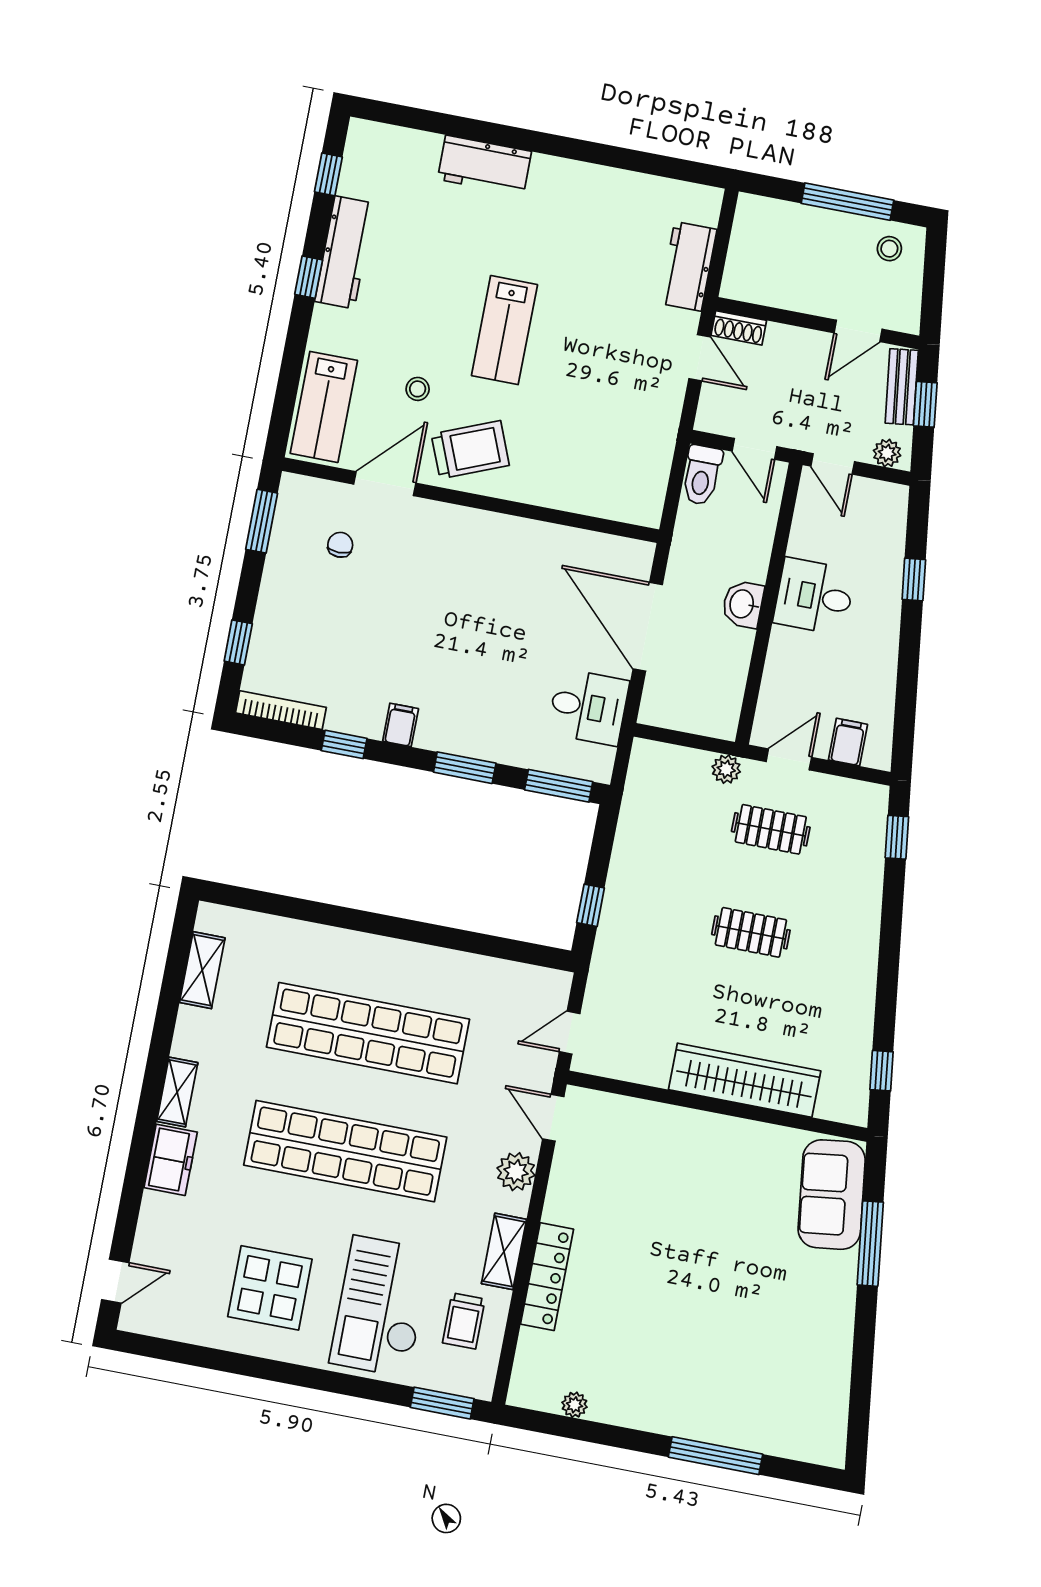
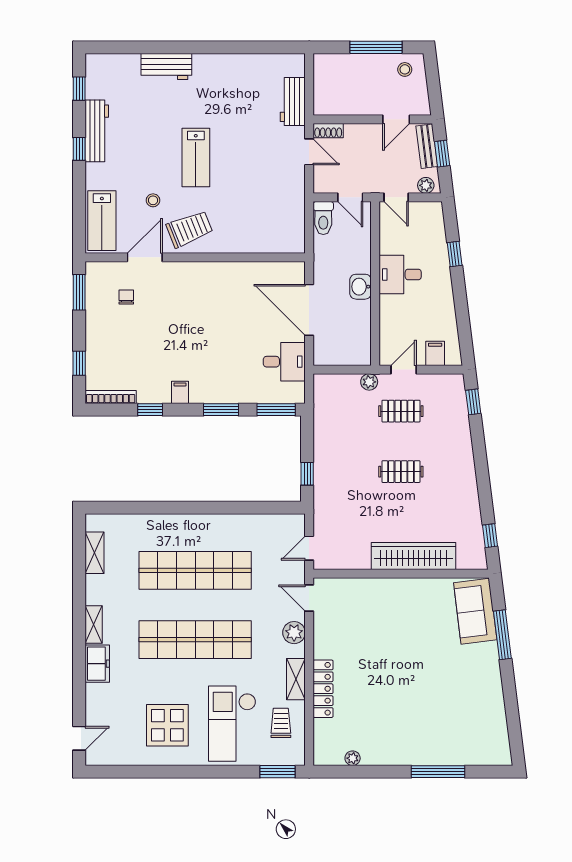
trolley: (464, 1321) -> (281, 723), turned 180

